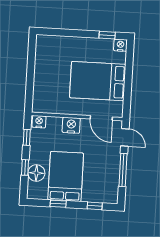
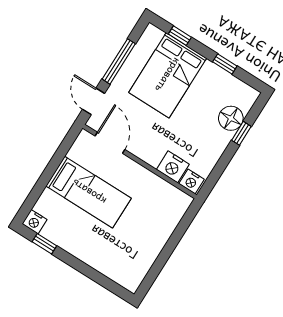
bed: (98, 81) -> (89, 192), width x0.67
nightstand: (71, 125) -> (173, 167), moved
window: (27, 137) -> (218, 170), removed
bed: (66, 176) -> (168, 75), moved

